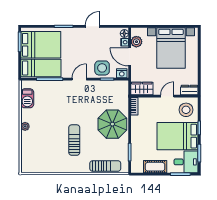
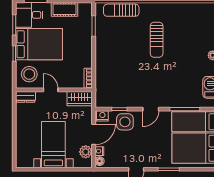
bed with nightstands: (171, 48) -> (53, 145), width x0.73
door: (130, 57) -> (94, 134), hinge flipped
door: (167, 96) -> (51, 90), swing flipped
parasol: (112, 124) -> (113, 58), removed

